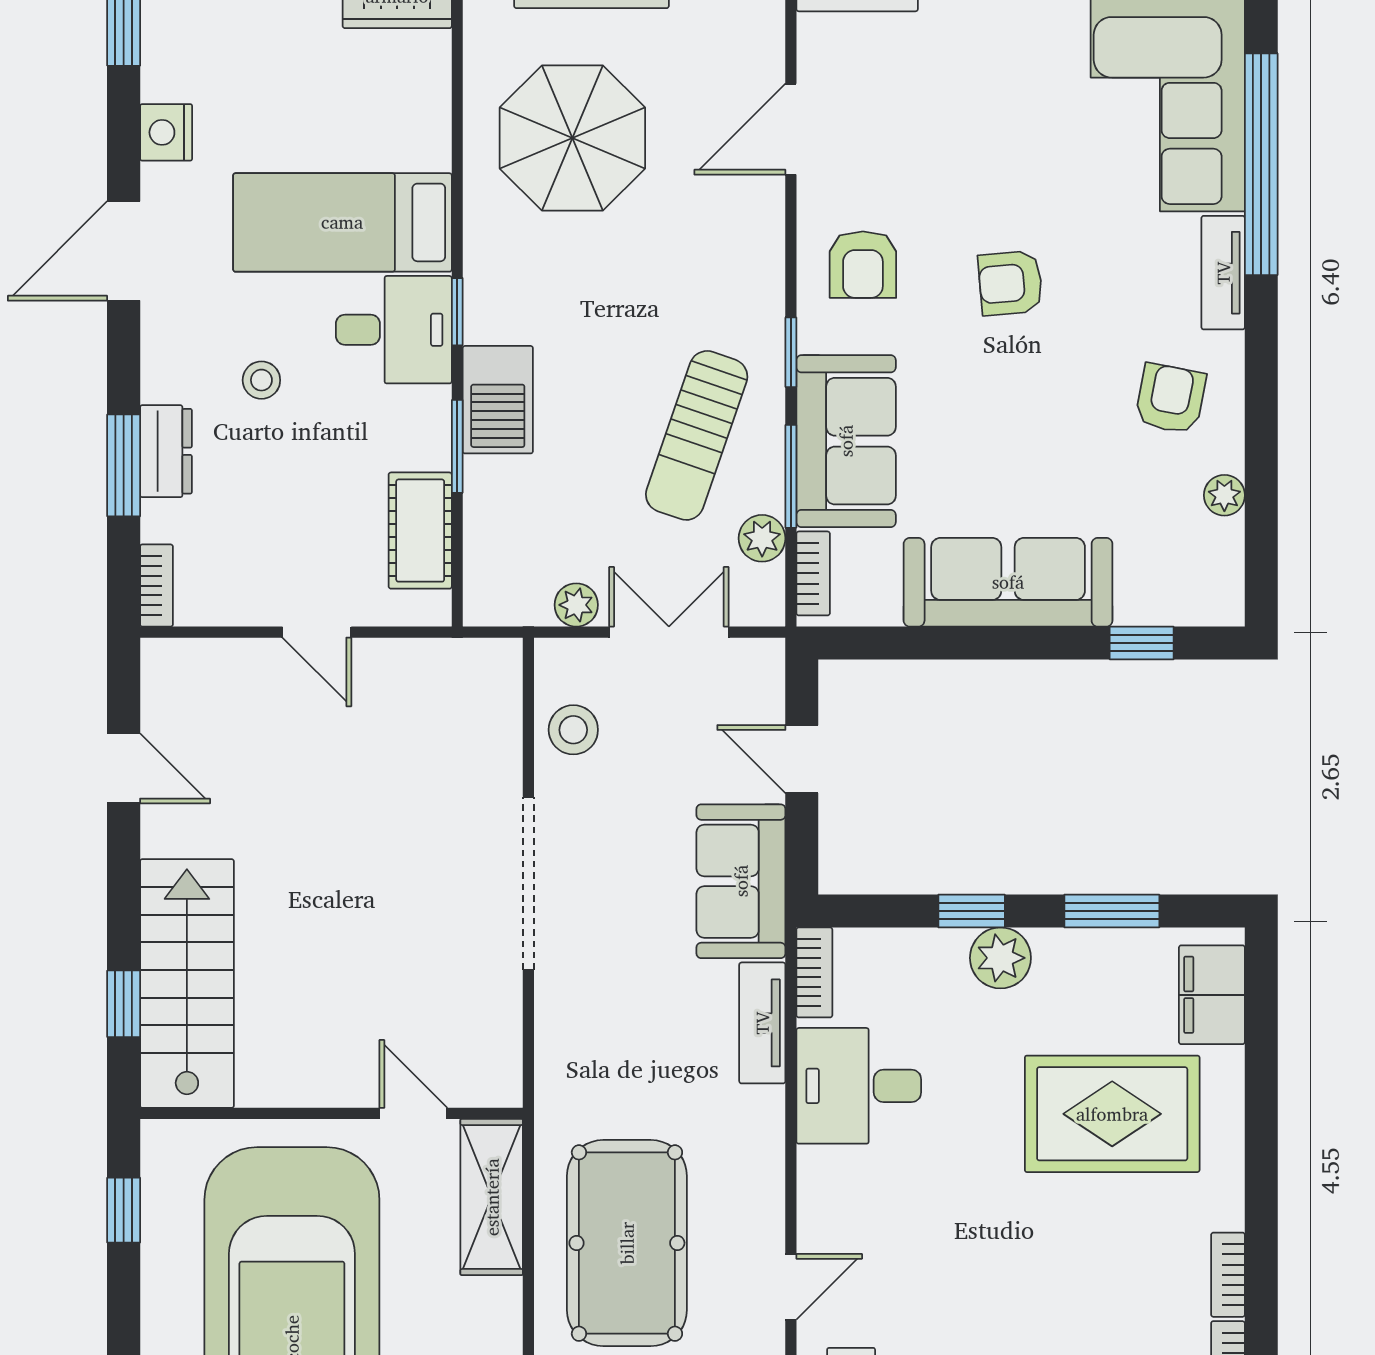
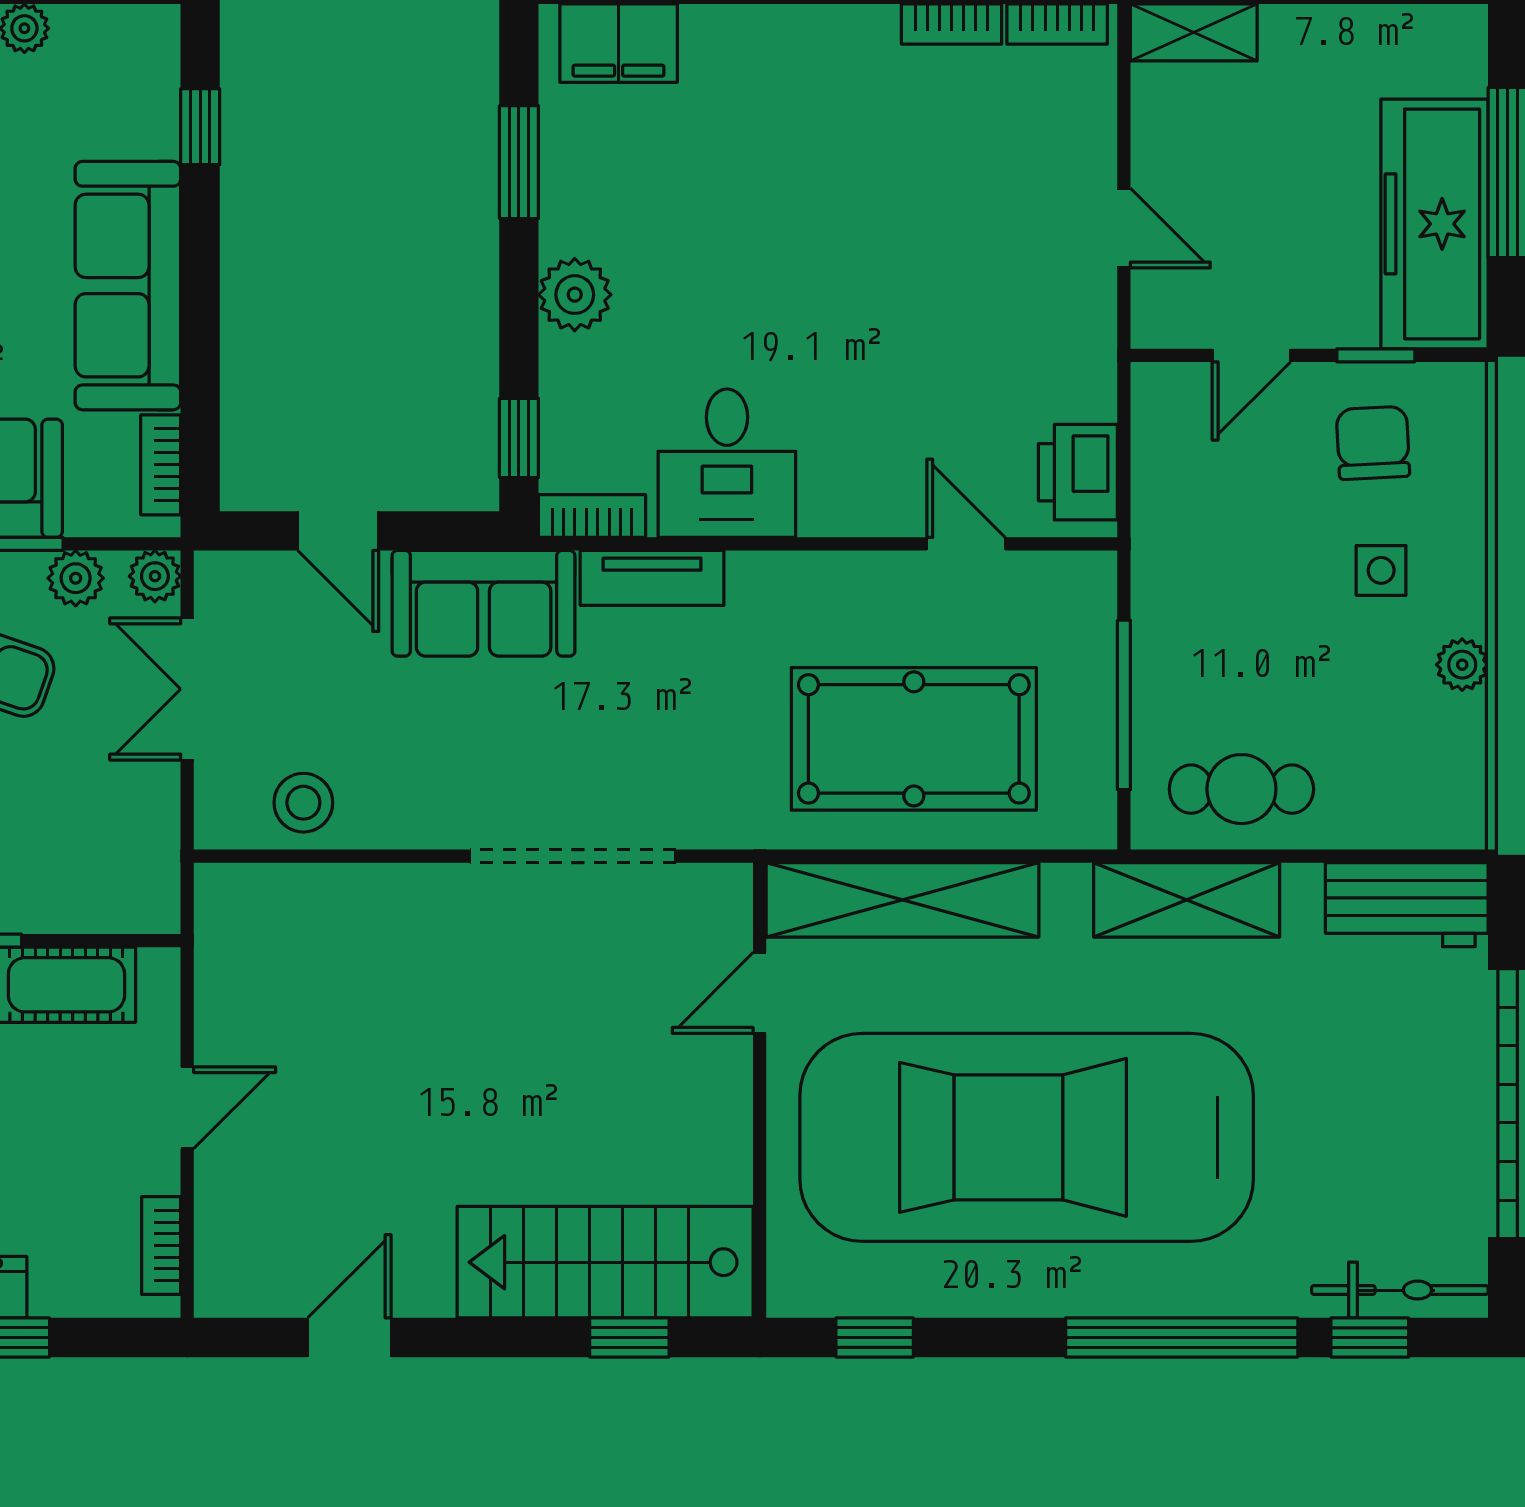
bookcase: (813, 573) -> (161, 465), moved, turned -90
bookcase: (156, 586) -> (161, 1245), moved, turned -90
plant: (576, 605) -> (155, 576), moved
door: (802, 759) -> (338, 531), hinge flipped
doorway: (528, 883) -> (573, 856), moved
window: (972, 911) -> (519, 438), moved
rug: (1112, 1114) -> (760, 162), removed
shelving: (492, 1197) -> (903, 900), width x1.47

